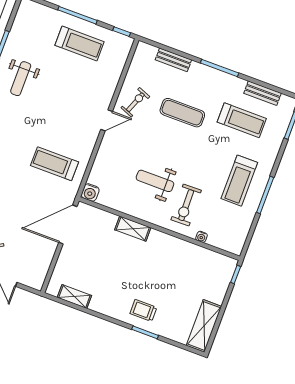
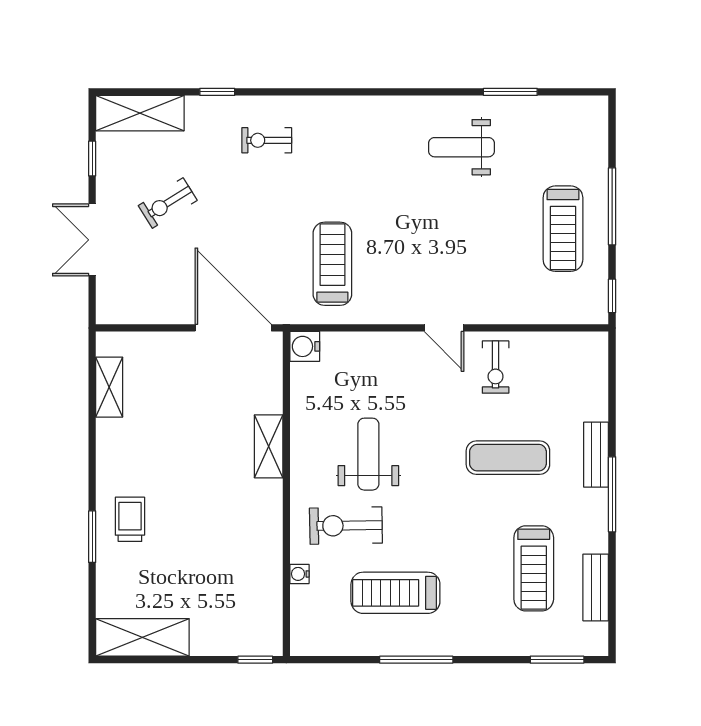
bench: (173, 60) -> (596, 455), moved
exercise bike: (135, 102) -> (496, 367), turned 68
exercise mat: (182, 113) -> (508, 458), turned 90
treadmill: (239, 181) -> (395, 593), moved

